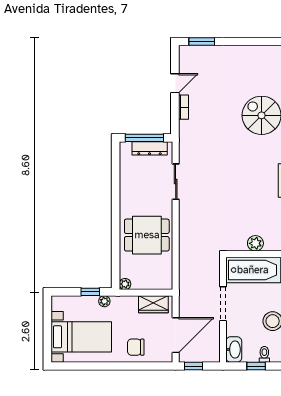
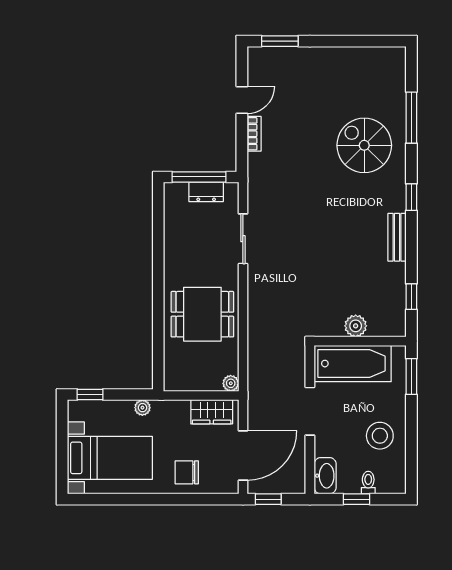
dresser: (150, 148) -> (206, 192), width x0.70
plant: (125, 284) -> (231, 383), moved
window: (90, 292) -> (90, 394), moved

